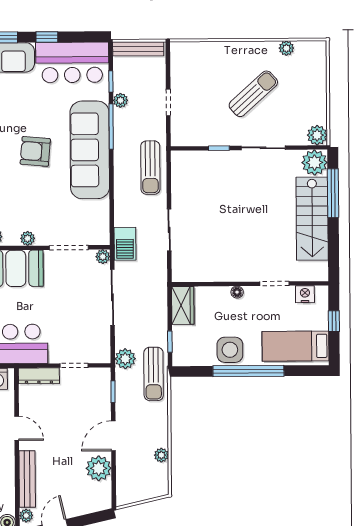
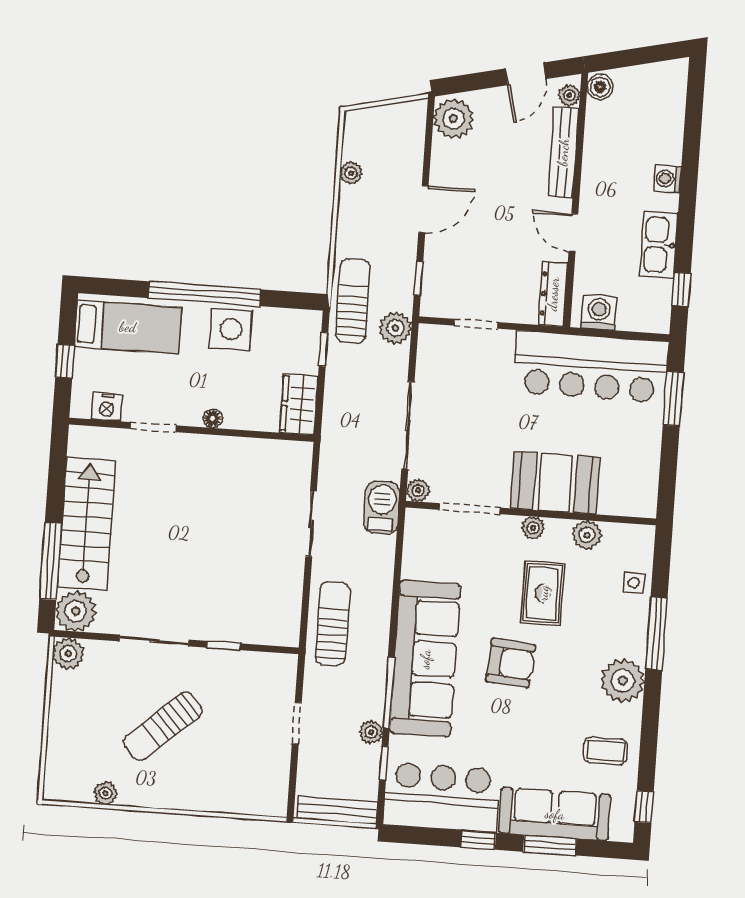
rug: (18, 197) -> (543, 593), added
dresser: (39, 376) -> (553, 294), moved, turned -90
plant: (99, 468) -> (453, 119), moved

